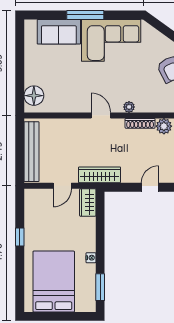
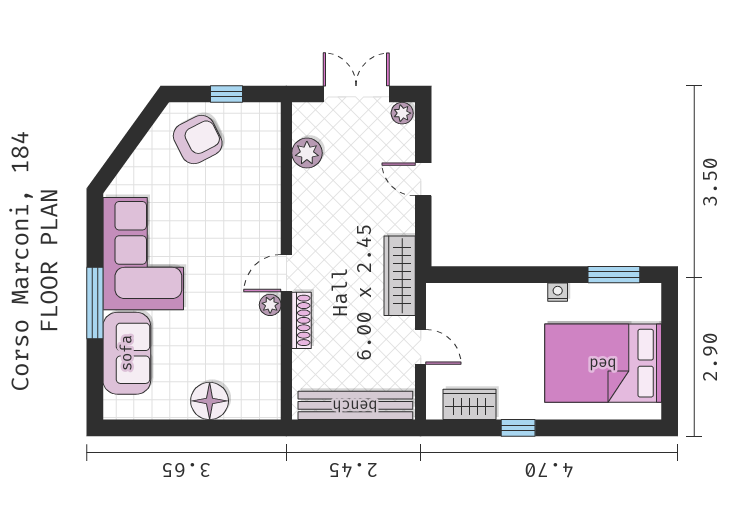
floor lamp: (34, 96) -> (210, 401), moved
plant: (129, 107) -> (270, 305), moved
shoe rack: (140, 123) -> (301, 320), moved
wardrobe: (88, 202) -> (470, 404), moved, turned 180

